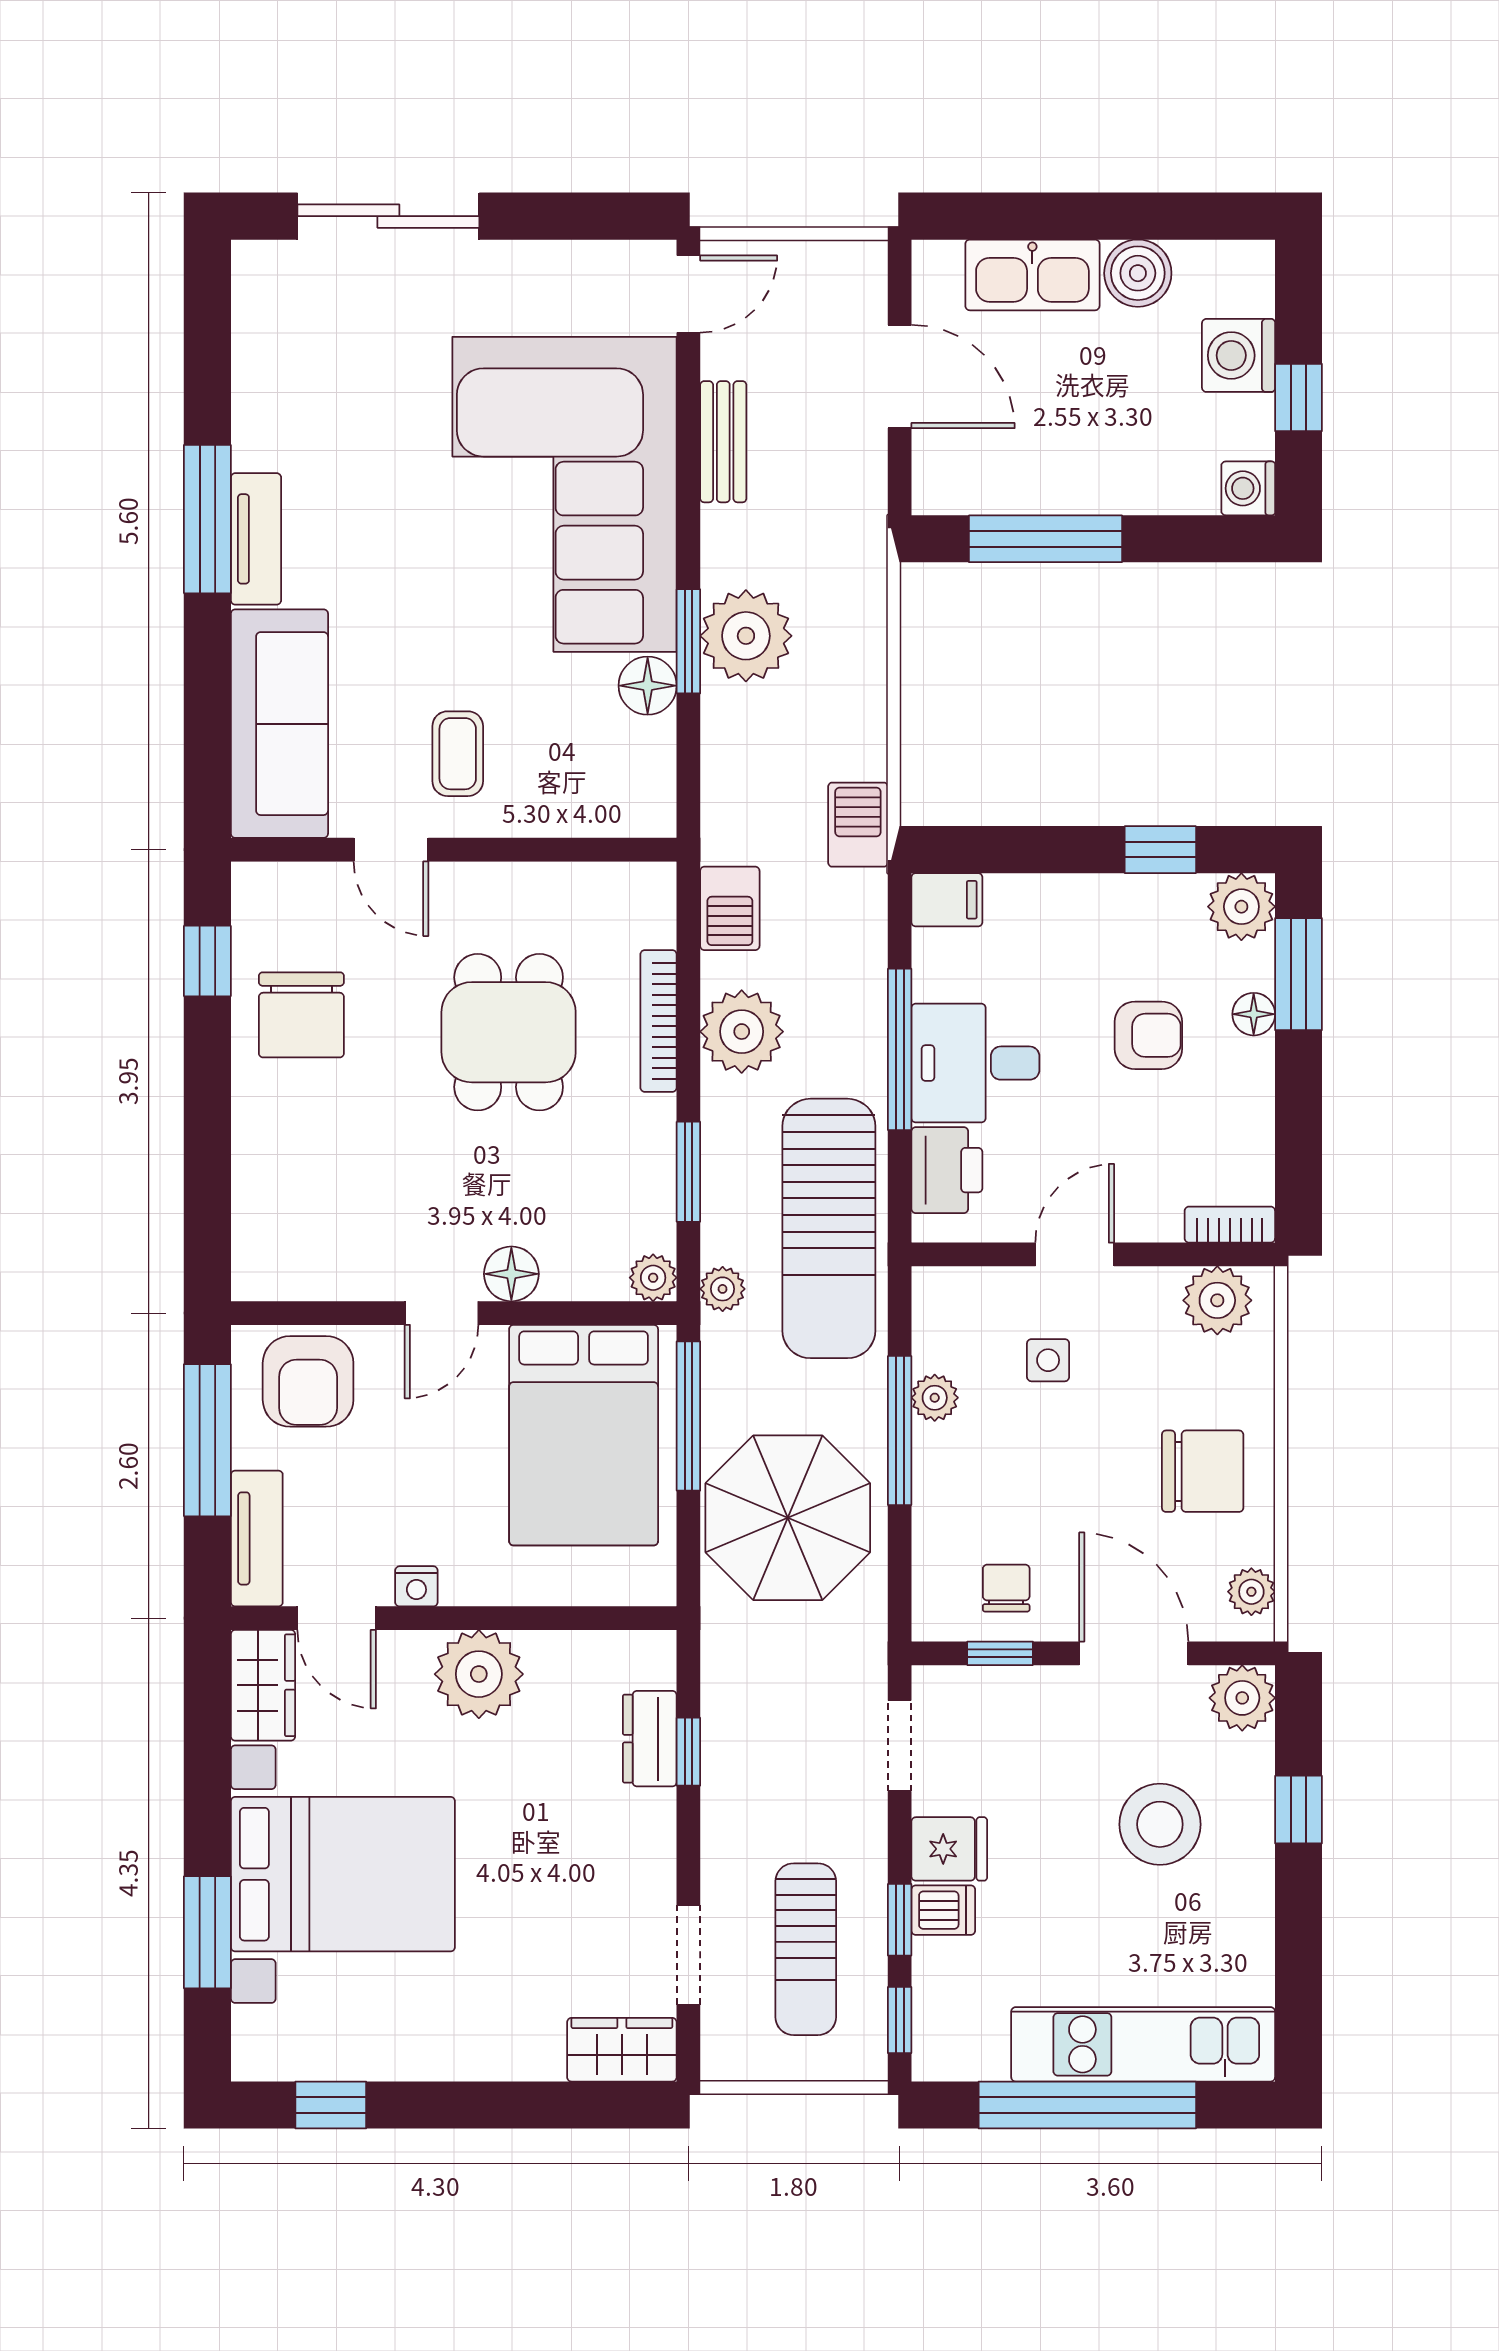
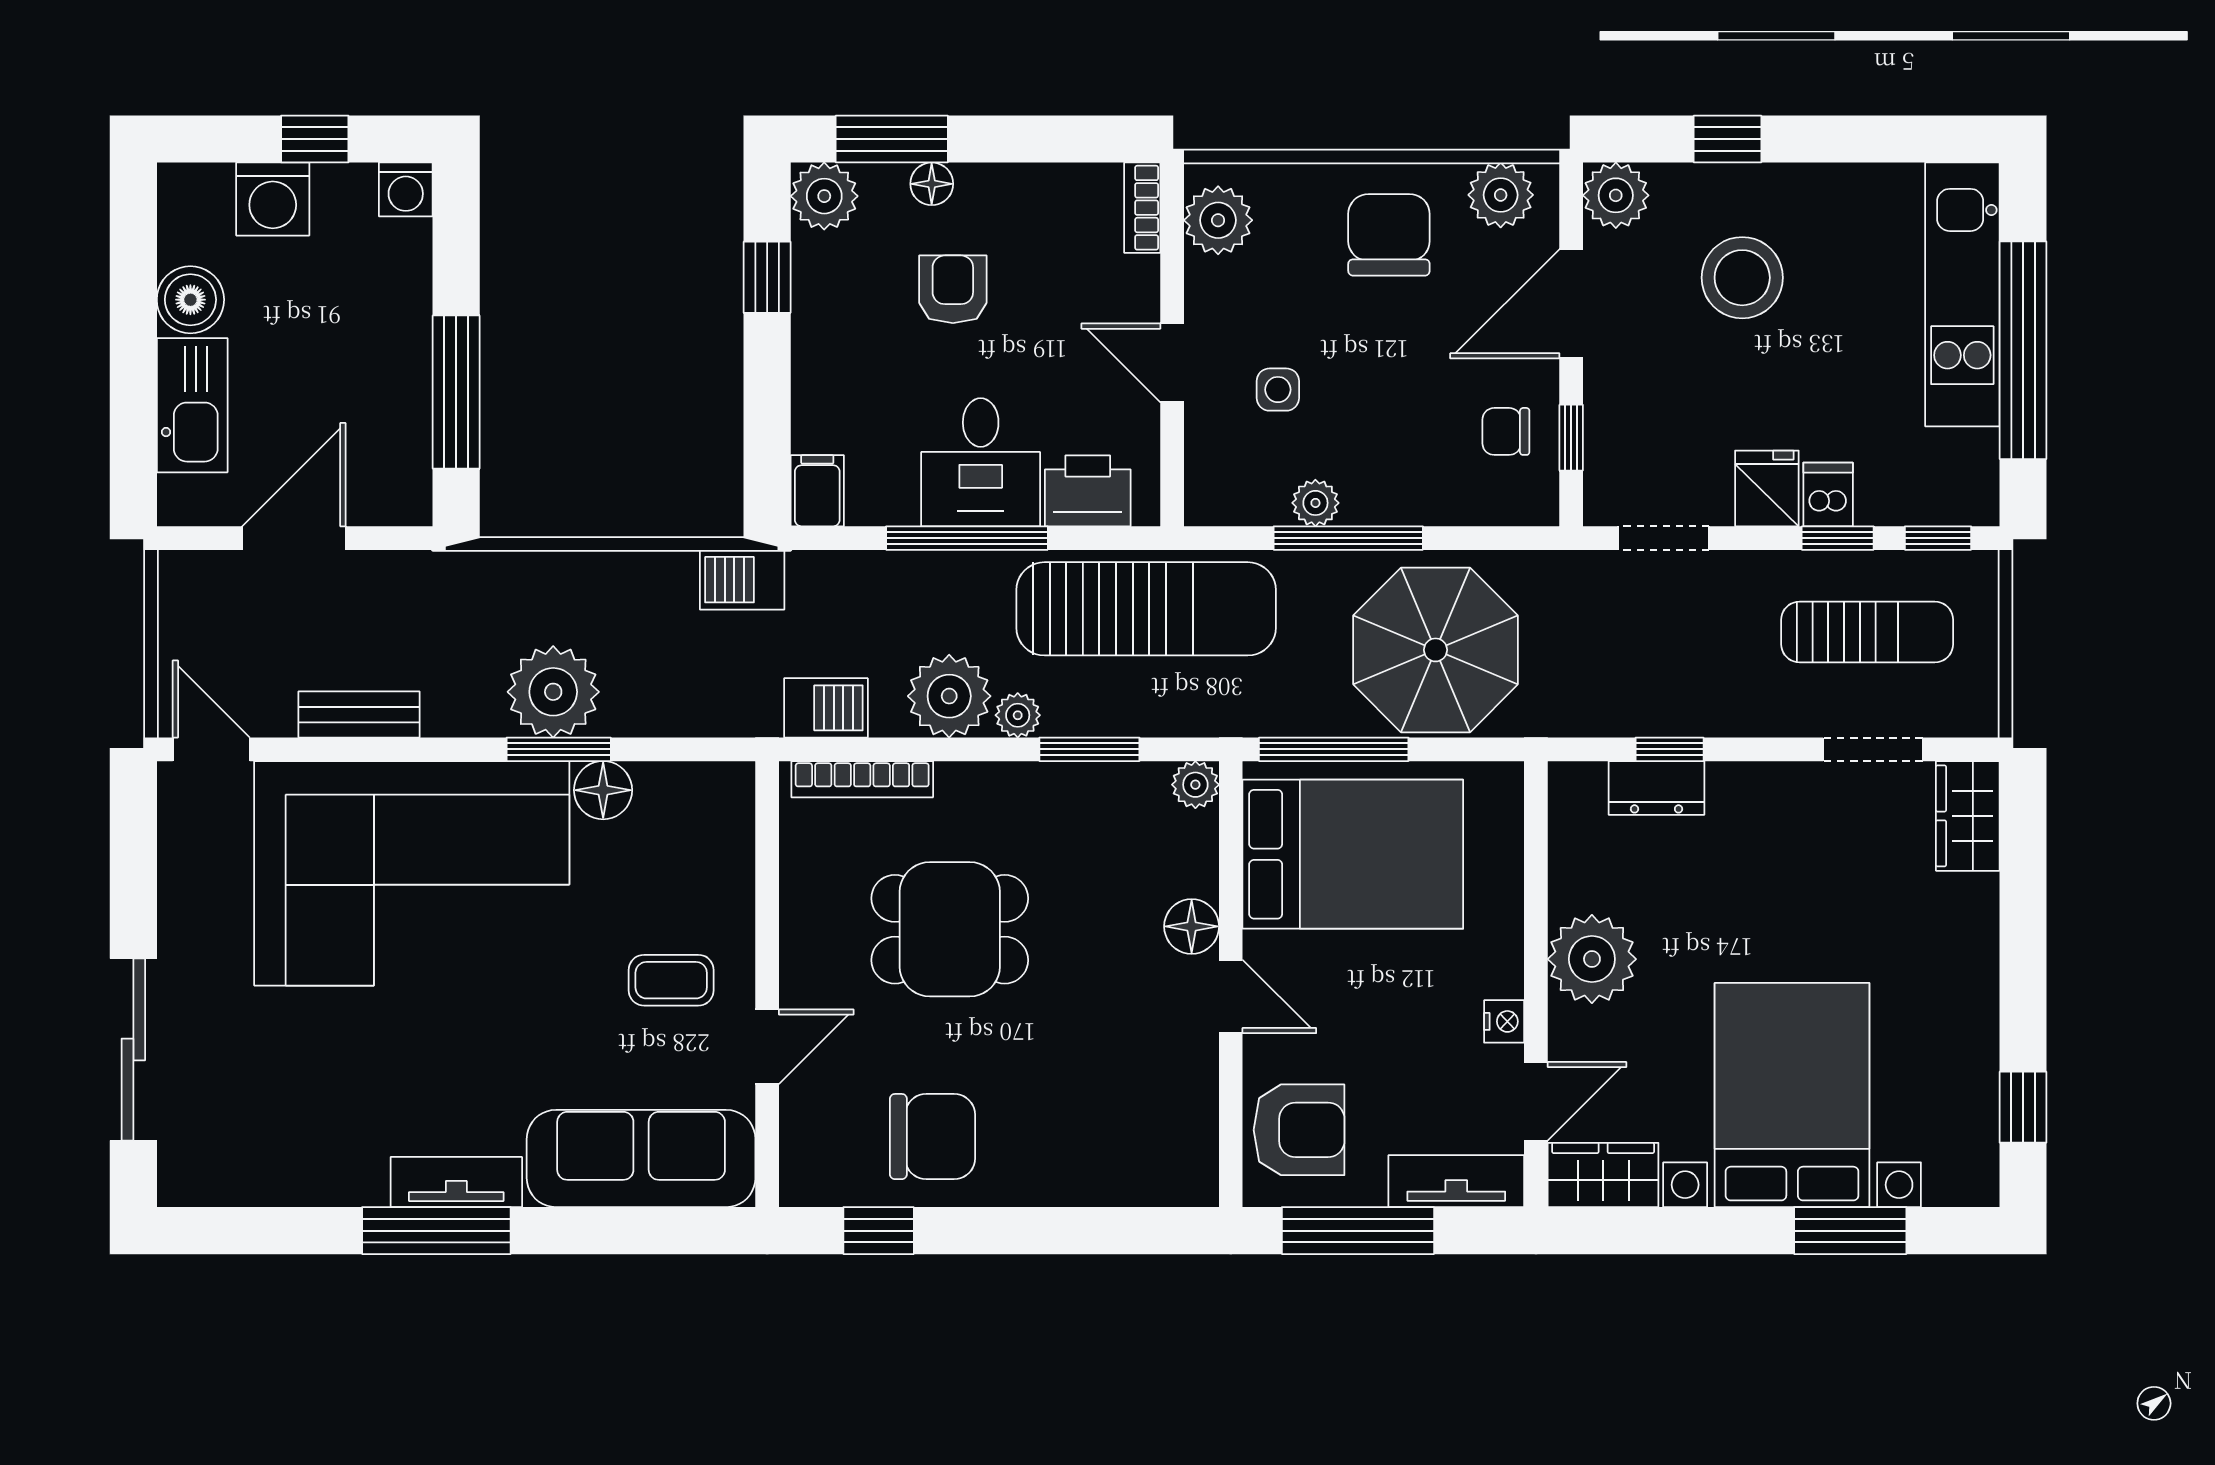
bookcase: (659, 1021) -> (862, 779), moved
plant: (723, 1289) -> (1018, 715), moved
plant: (1251, 1592) -> (1501, 195), width x1.38, depth x1.38

